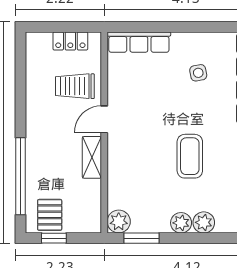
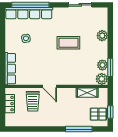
shelving: (92, 157) -> (87, 93), moved
window: (20, 176) -> (79, 129), width x0.68
plant: (181, 223) -> (102, 65), moved

